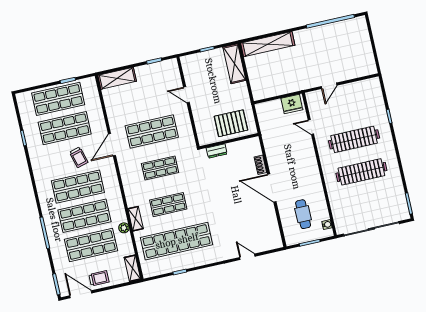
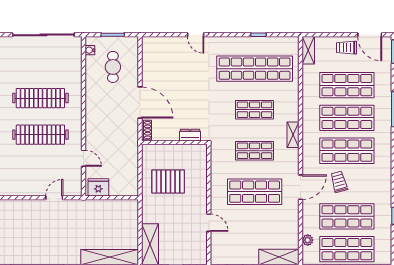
wall: (229, 141) -> (174, 143), moved
dresser: (217, 151) -> (190, 135), moved
shelving: (136, 219) -> (293, 135), moved
plant: (124, 228) -> (308, 240), moved
door: (247, 257) -> (196, 35), moved

